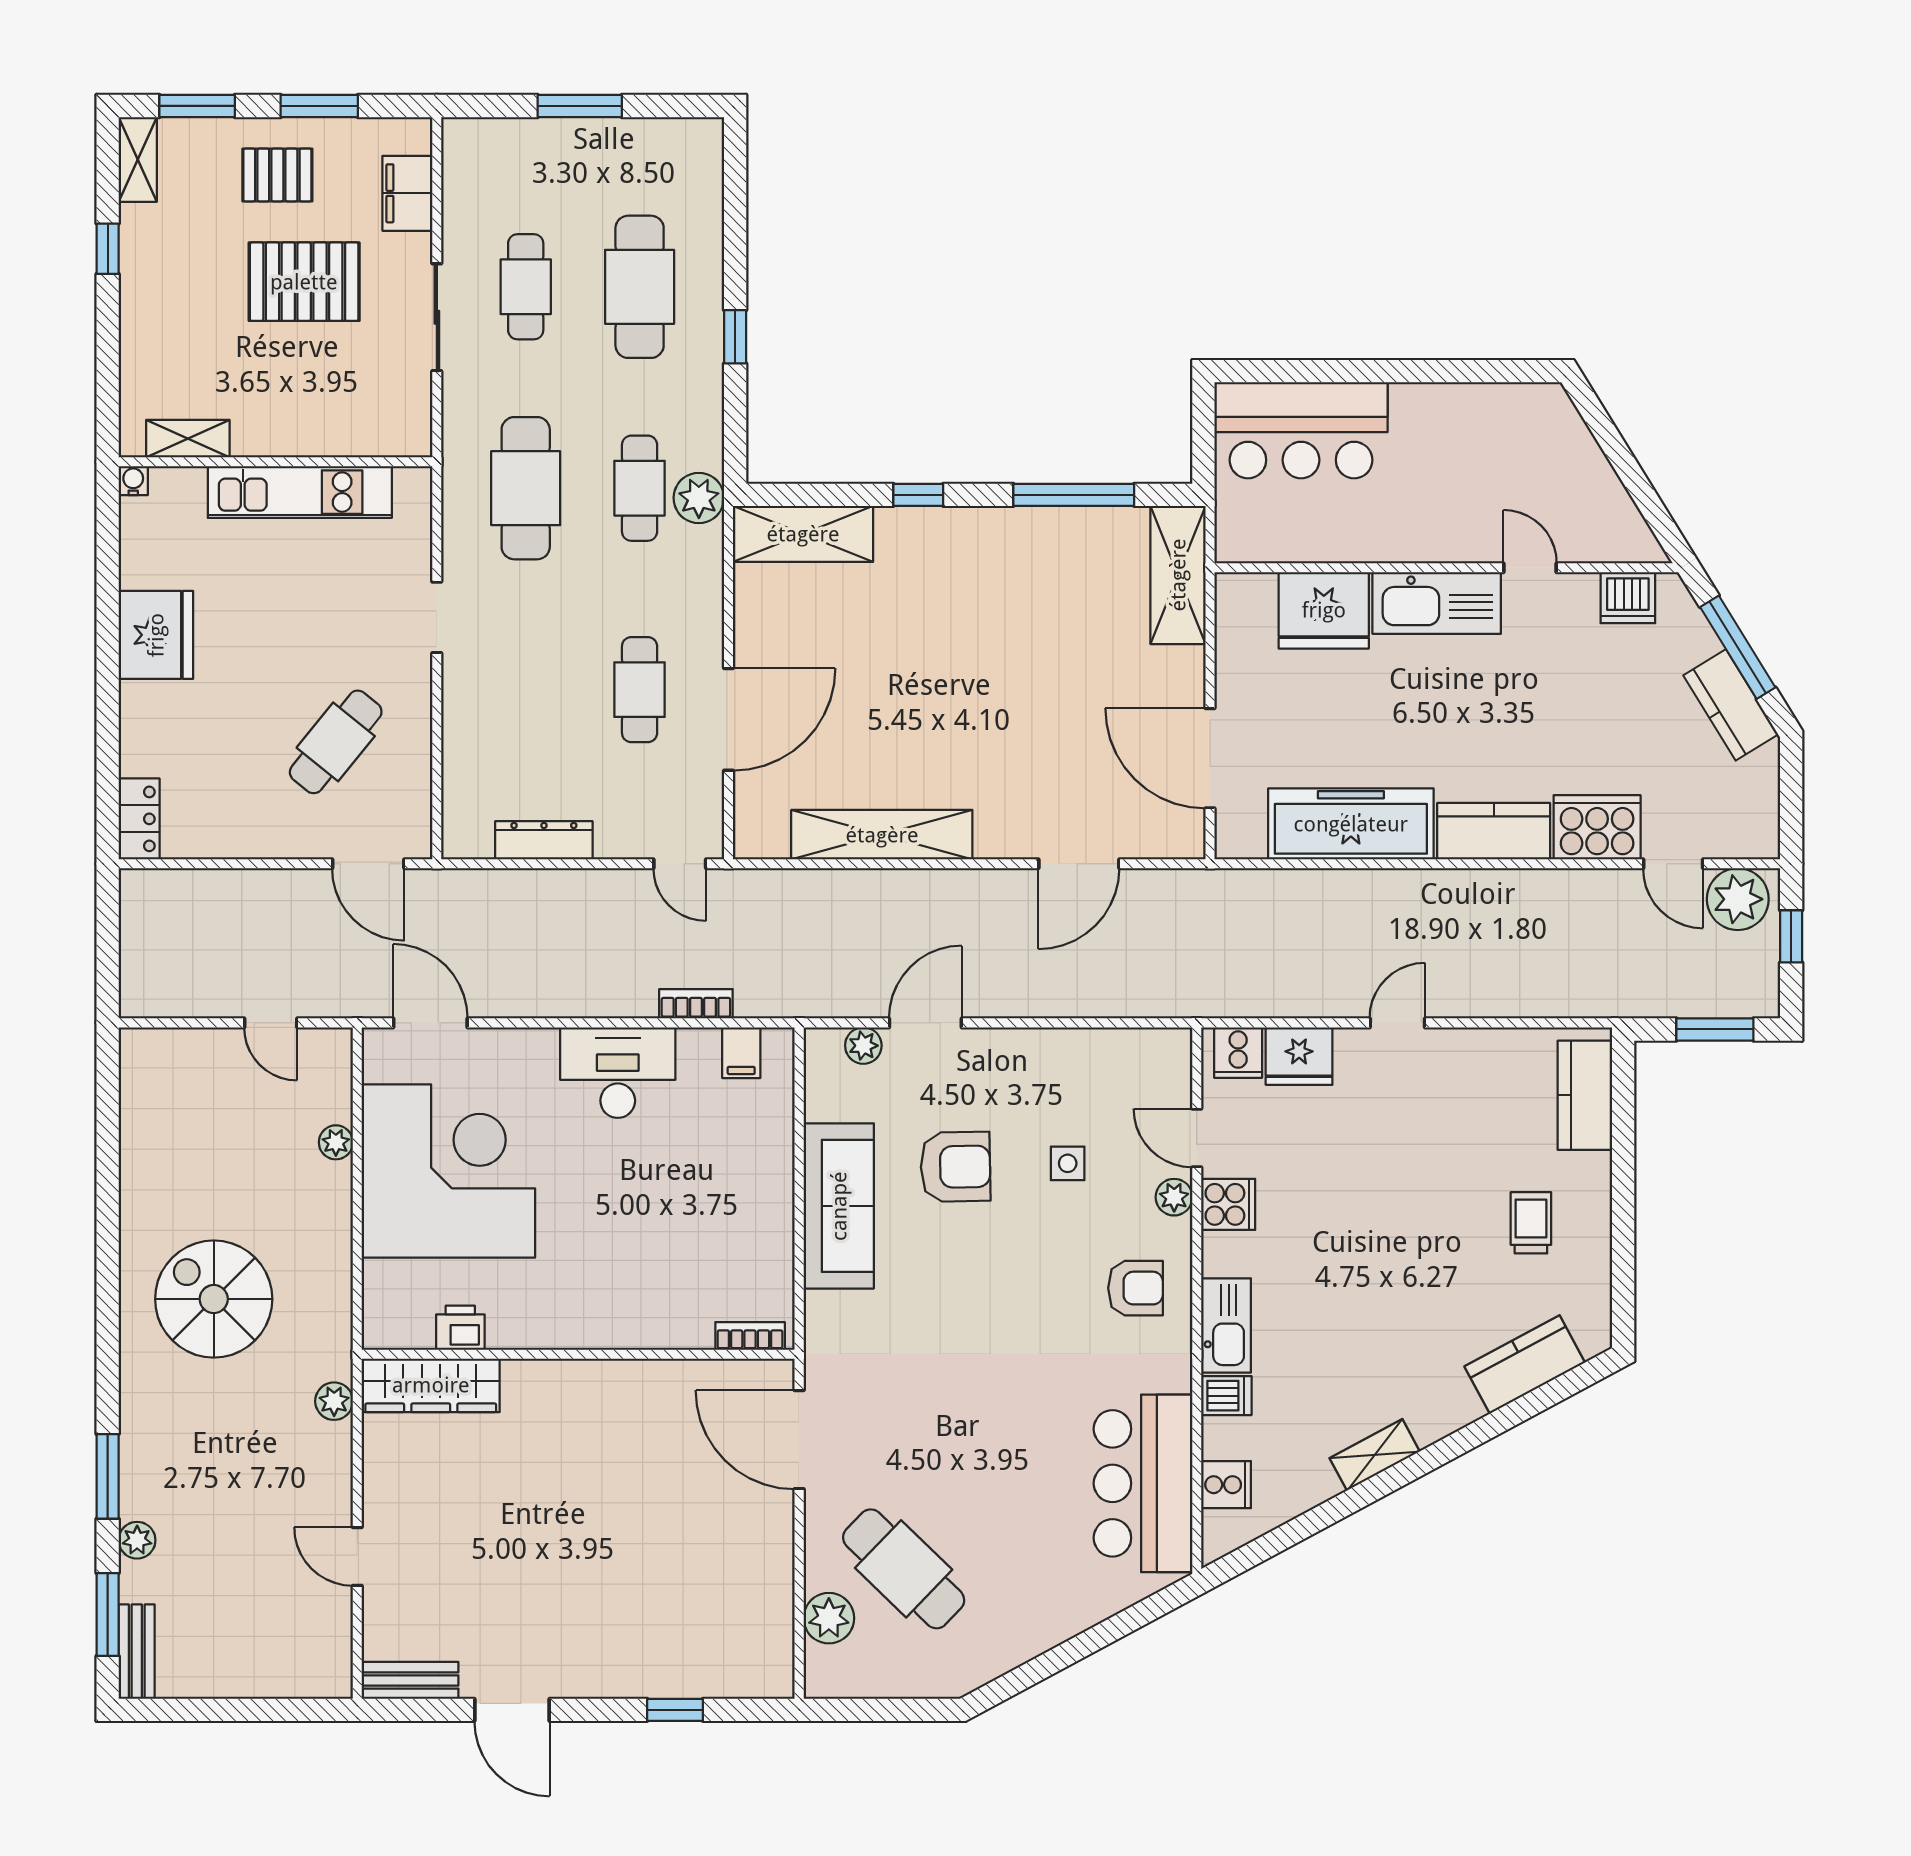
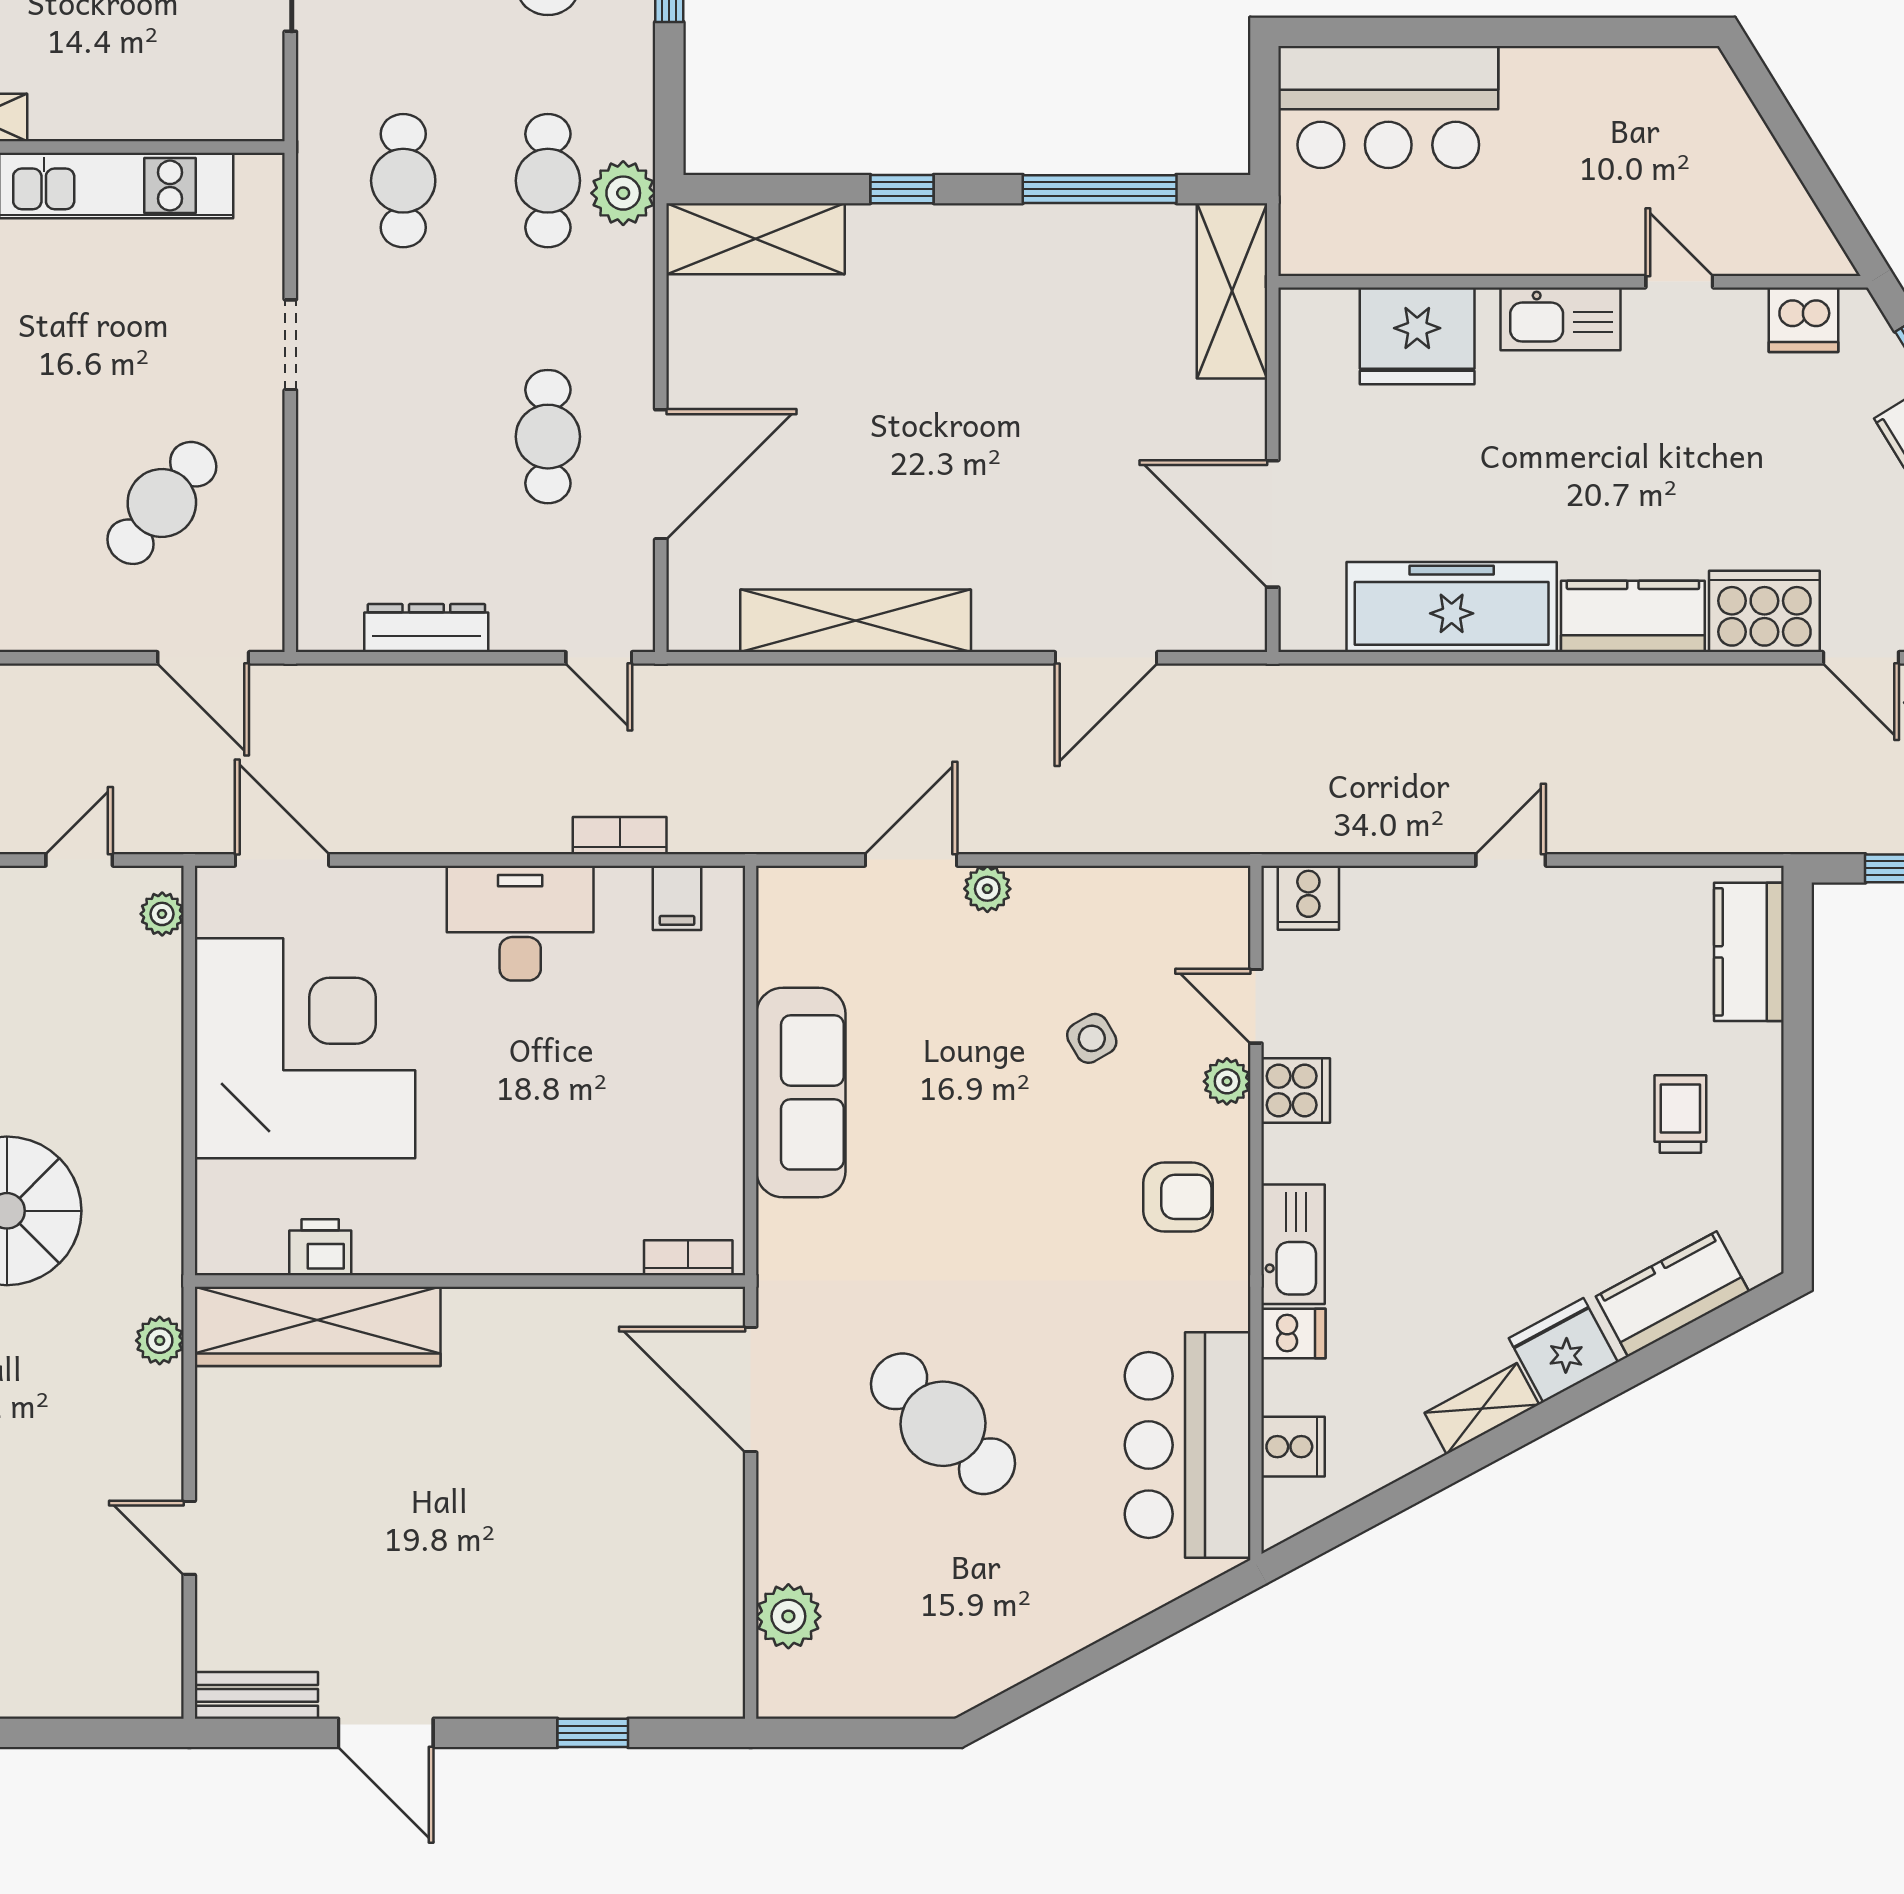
cafe table: (526, 488) -> (403, 181), width x0.73, depth x0.74
kitchen sink: (1437, 603) -> (1561, 319), width x0.73, depth x0.81
door: (271, 1023) -> (79, 860), swing flipped
plant: (863, 1046) -> (987, 889), moved
fridge: (1299, 1056) -> (1563, 1350), moved, turned 152
plant: (336, 1142) -> (162, 914), moved
side table: (1068, 1163) -> (1092, 1038), turned -30
armchair: (955, 1167) -> (949, 1043), removed
wardrobe: (431, 1385) -> (318, 1326), width x1.40, depth x1.17
cafe table: (904, 1569) -> (943, 1424), moved

